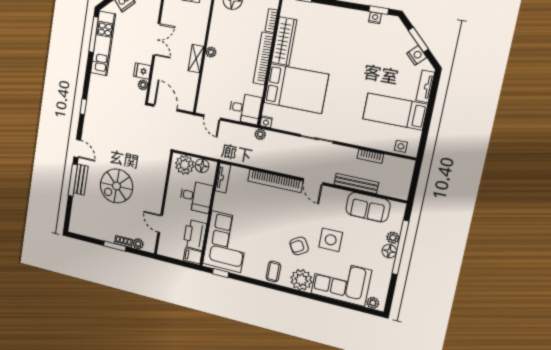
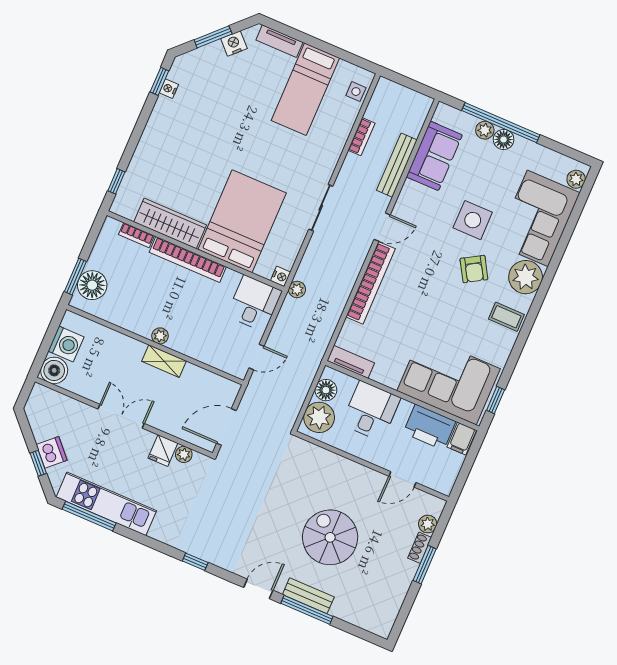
spiral stairs: (116, 186) -> (330, 537), turned 180

